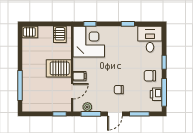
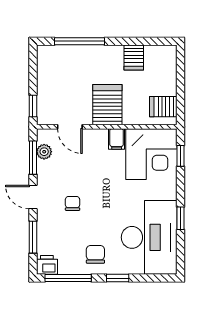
server rack: (30, 32) -> (134, 57), moved
desk: (150, 39) -> (149, 237), width x1.87, depth x1.30
filing cabinet: (80, 76) -> (117, 139), moved
printer: (156, 94) -> (47, 265), moved

